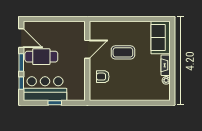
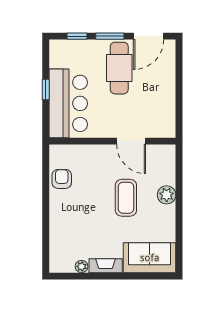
plant: (121, 27) -> (167, 195), added
armchair: (103, 77) -> (62, 179), moved
bar counter: (45, 89) -> (68, 103), moved

